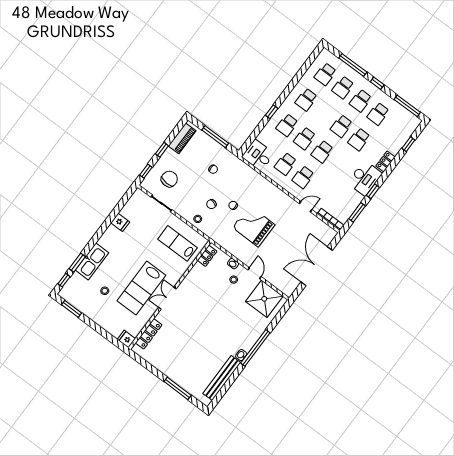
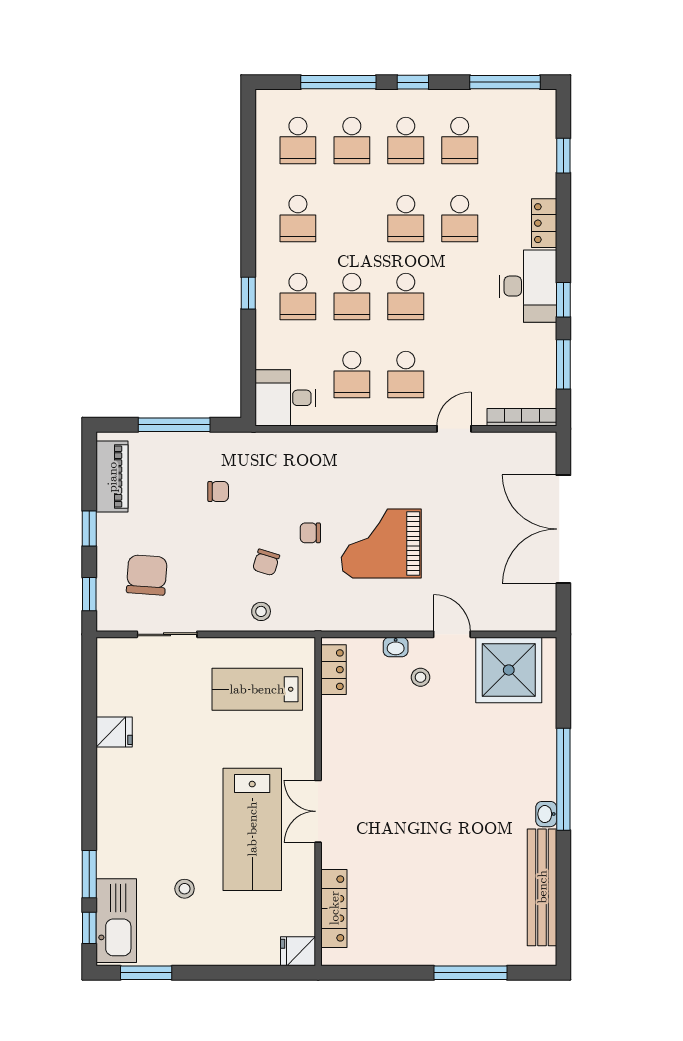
kitchen sink: (92, 261) -> (116, 921), moved

